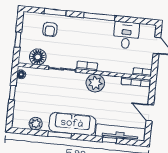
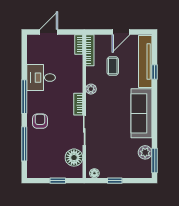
window: (55, 12) -> (24, 144), width x1.44
armchair: (50, 29) -> (40, 121), moved, turned -90
desk: (126, 35) -> (41, 78), moved
plant: (95, 83) -> (91, 89), width x0.53, depth x0.53
coffee table: (119, 102) -> (113, 66), added
window: (60, 135) -> (155, 160), moved

